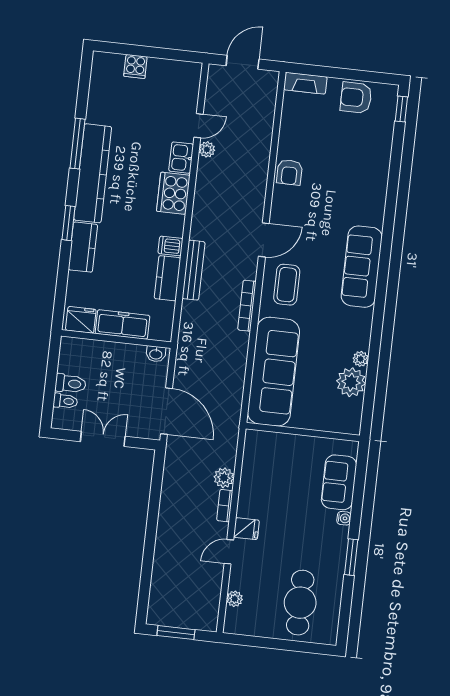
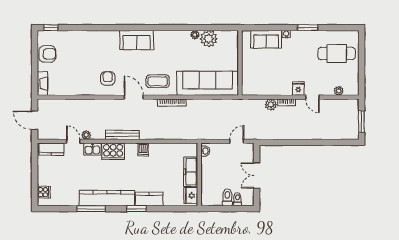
cooker: (135, 66) -> (44, 192), moved
armchair: (356, 98) -> (47, 54), turned -90
armchair: (289, 172) -> (108, 78), moved, turned -90
sofa: (362, 267) -> (137, 40), width x0.73
bench: (194, 270) -> (122, 135), moved
kitchen counter: (167, 278) -> (51, 149), moved
door: (167, 411) -> (237, 141), width x0.53

